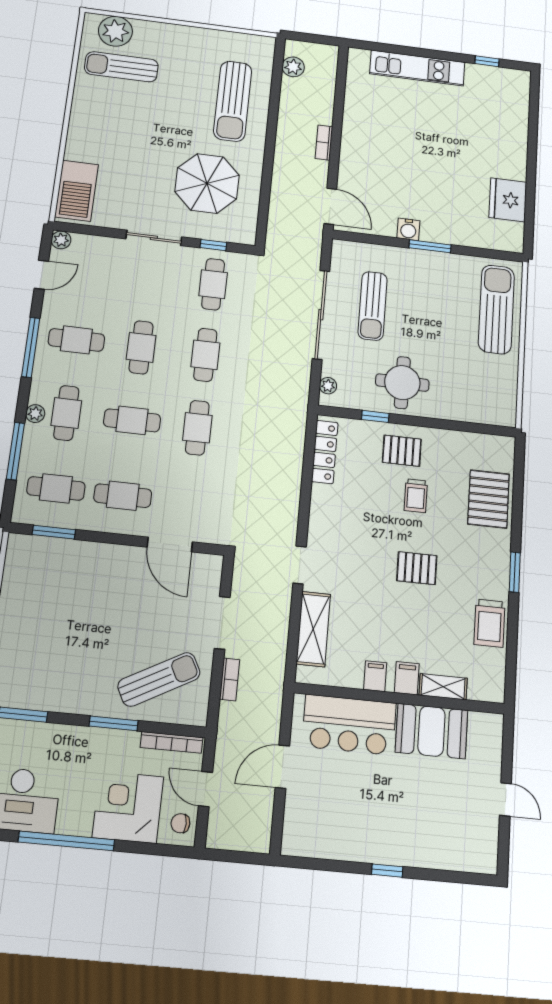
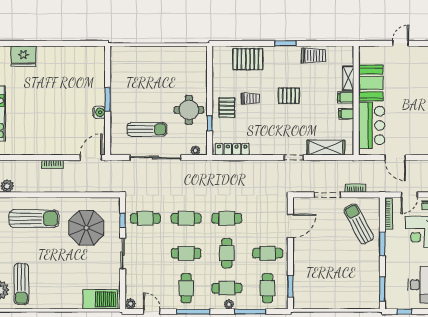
fridge: (508, 200) -> (23, 56), moved
sun lounger: (496, 309) -> (140, 60), removed
cafe table: (123, 496) -> (268, 253), turned 90
pallet: (417, 568) -> (289, 96), turned 90

